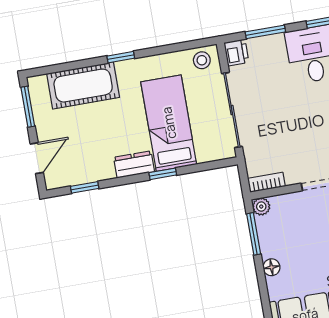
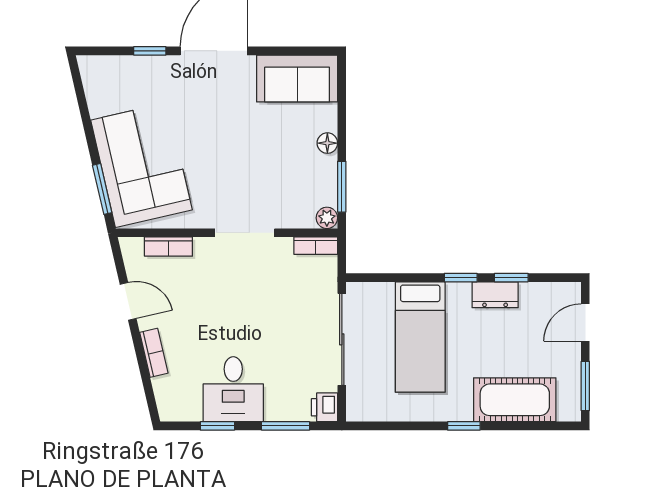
stool: (202, 60) -> (367, 405), removed
dresser: (134, 164) -> (495, 295), moved
window: (163, 174) -> (461, 278), moved
window: (85, 187) -> (511, 278), moved

